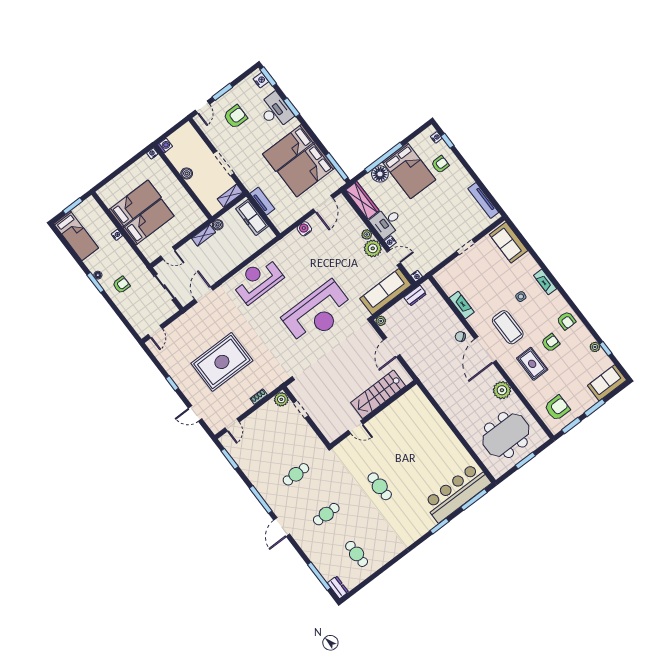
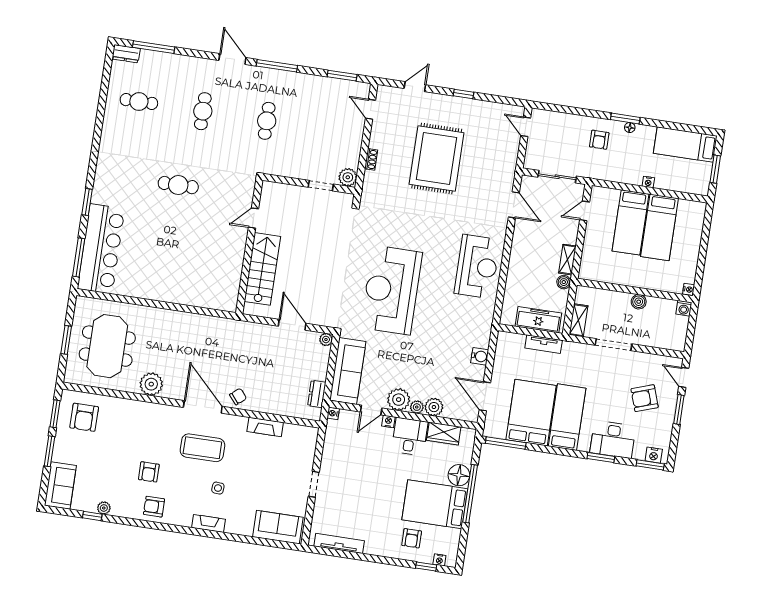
armchair: (235, 117) -> (645, 398), turned 71
wardrobe: (362, 200) -> (444, 434), width x0.67
plant: (357, 225) -> (434, 407), added
rug: (532, 364) -> (147, 436), removed

